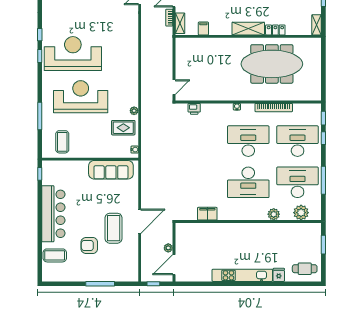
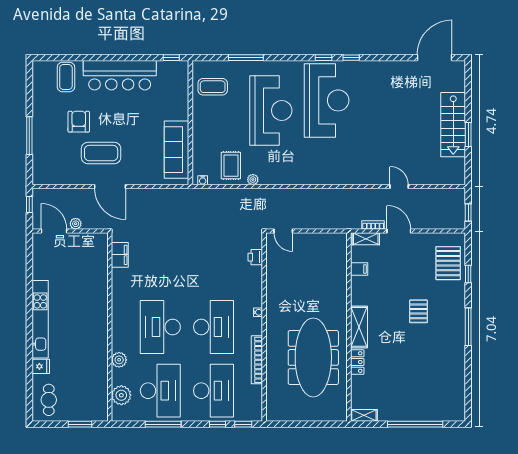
filing cabinet: (207, 214) -> (120, 255), moved

